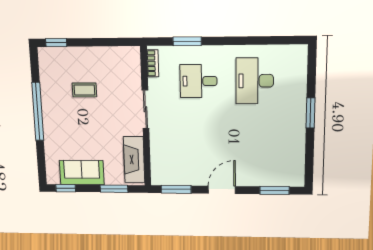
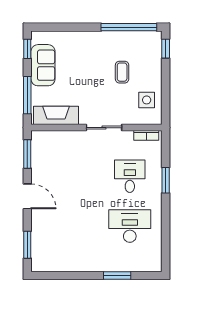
window: (187, 41) -> (166, 180), moved
side table: (114, 63) -> (147, 100), added
window: (38, 112) -> (129, 27), moved
window: (310, 113) -> (117, 276), moved
window: (114, 189) -> (27, 95), width x1.44

